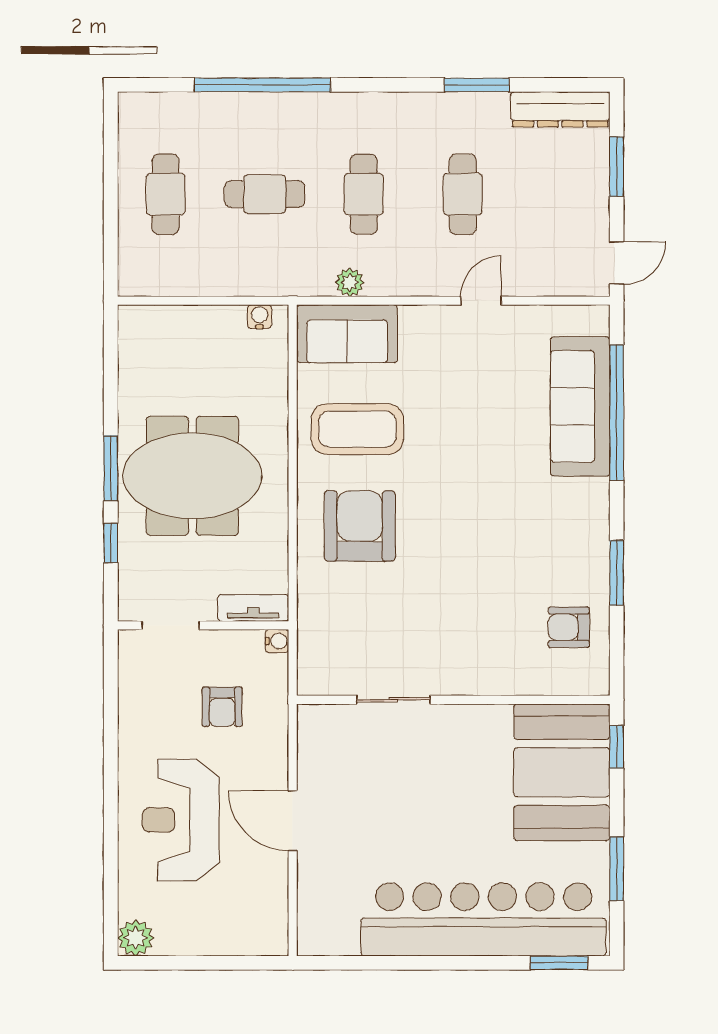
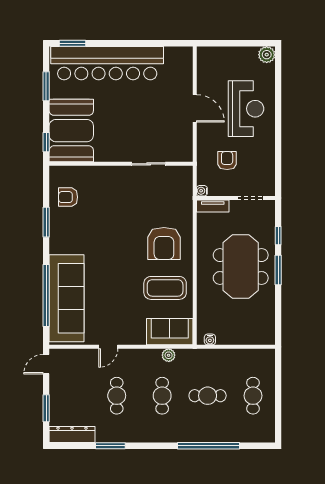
sofa: (580, 406) -> (67, 298), width x1.36, depth x1.27
meeting table: (192, 476) -> (241, 267), turned 90
armchair: (569, 627) -> (68, 197), turned 180

